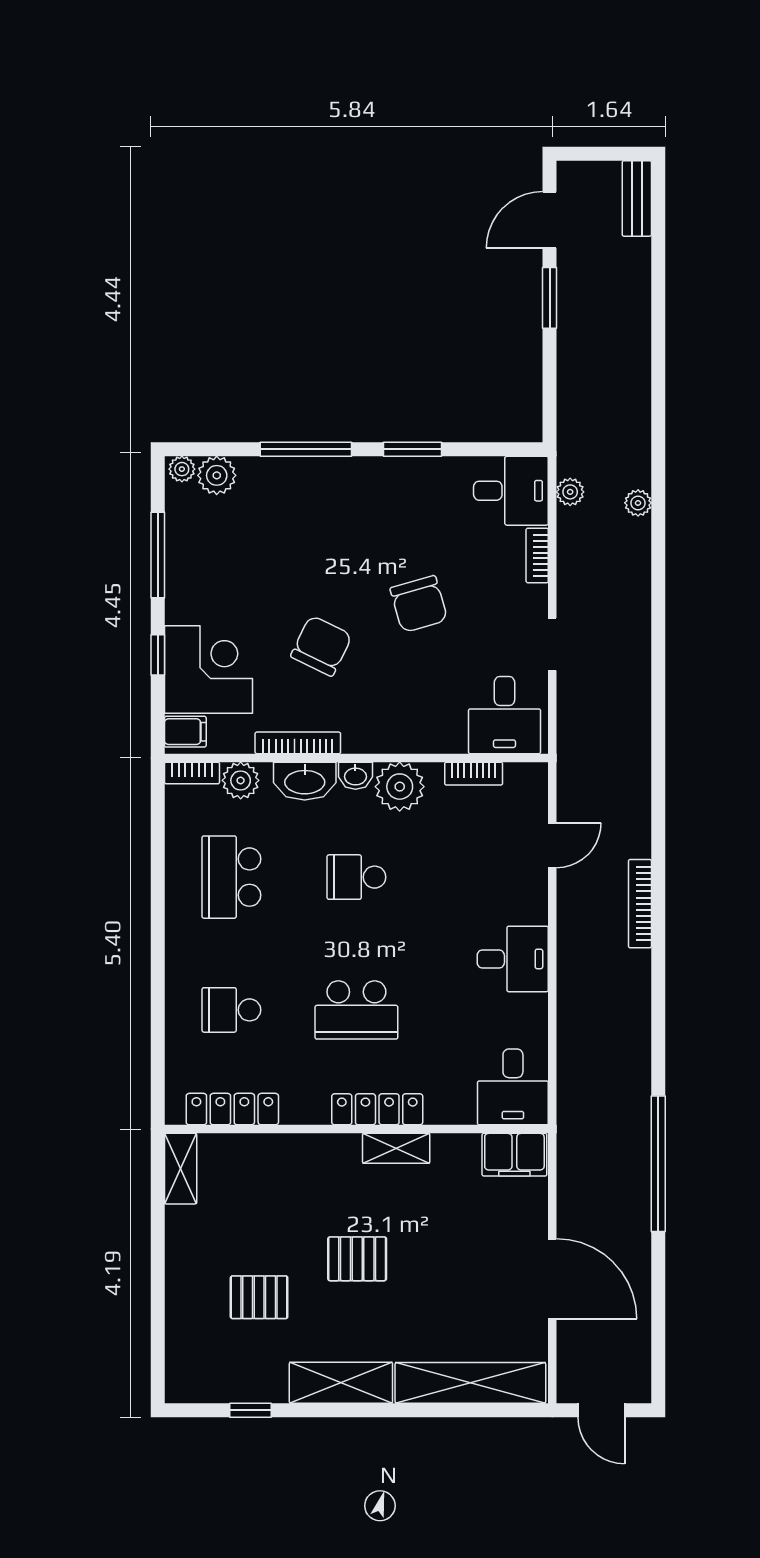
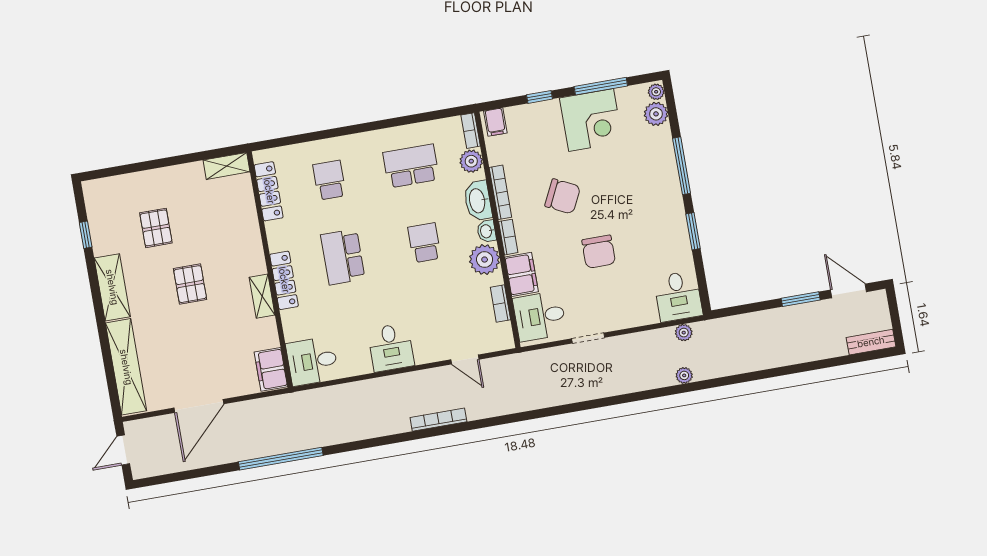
bookcase: (537, 555) -> (508, 237), moved, turned 90
chair: (419, 604) -> (599, 252), turned -74
corner desk: (209, 669) -> (591, 120), moved
filing cabinet: (433, 732) -> (522, 274), added

